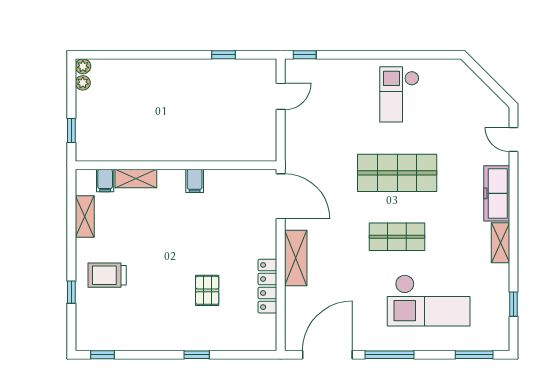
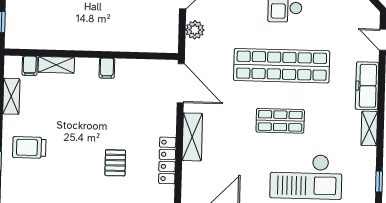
plant: (295, 134) -> (195, 30), added
shop shelf: (397, 173) -> (282, 66), width x1.40

